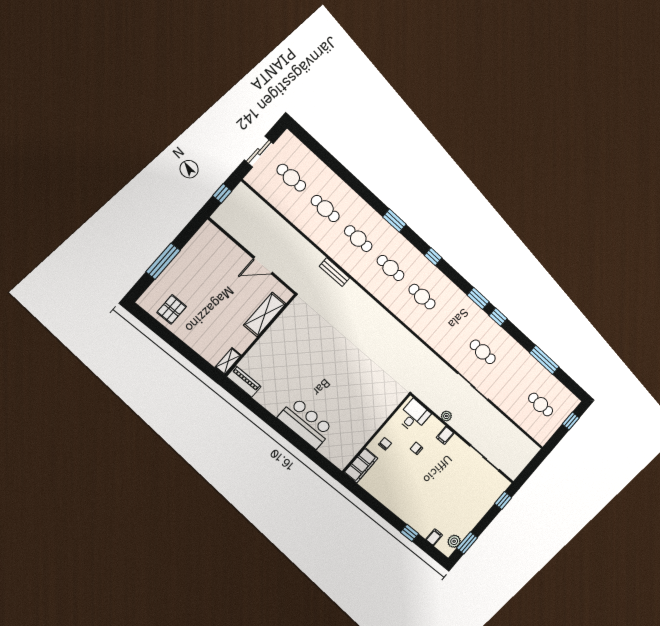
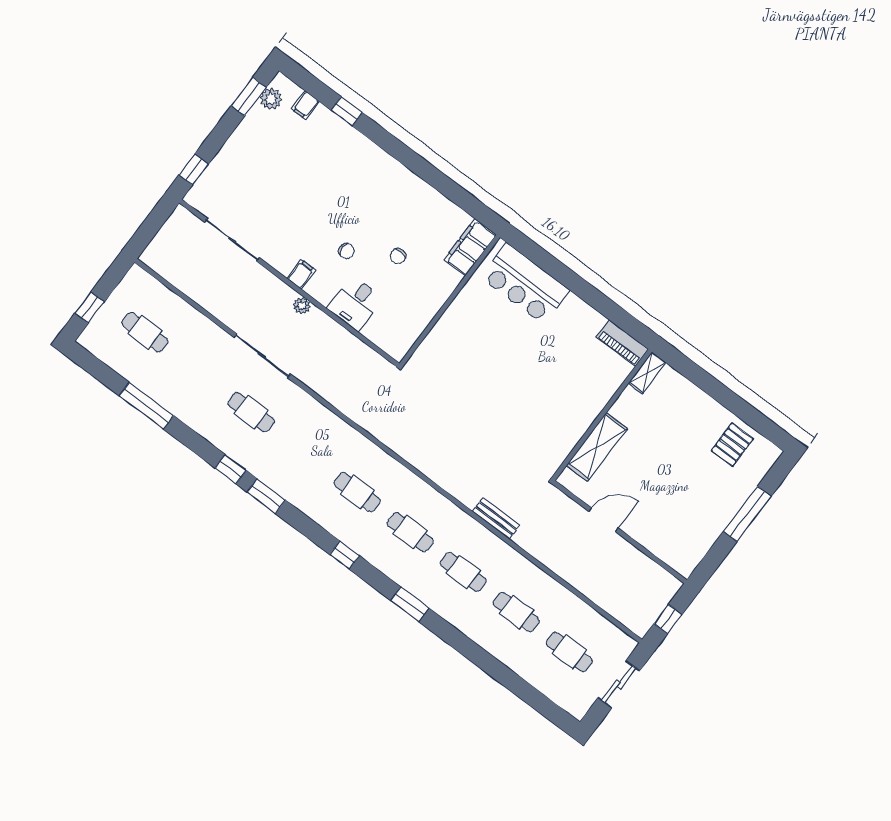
wall: (376, 433) -> (450, 300), moved
filing cabinet: (361, 465) -> (470, 247), moved

